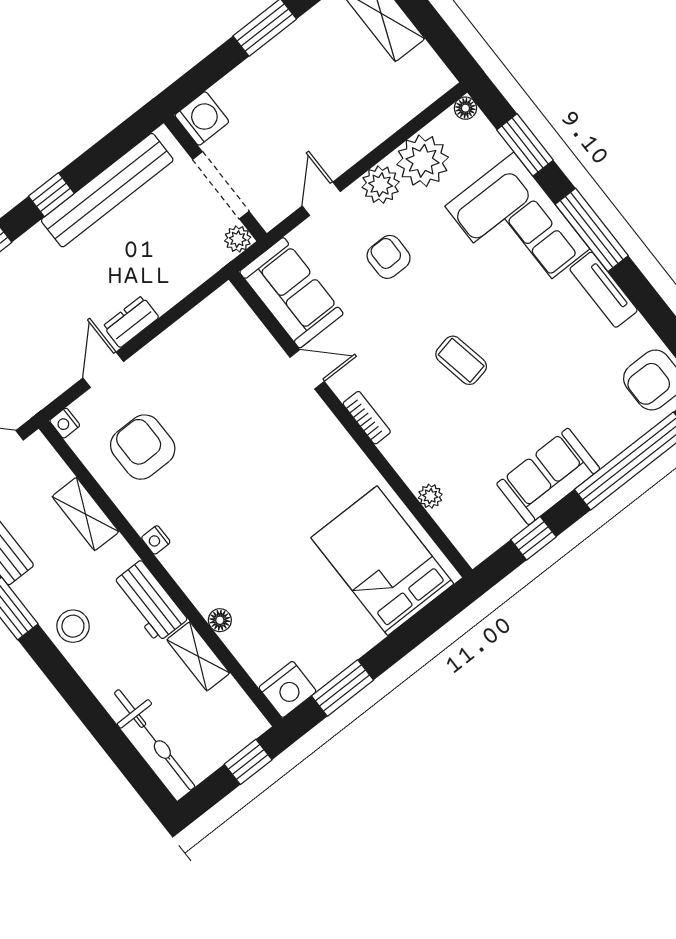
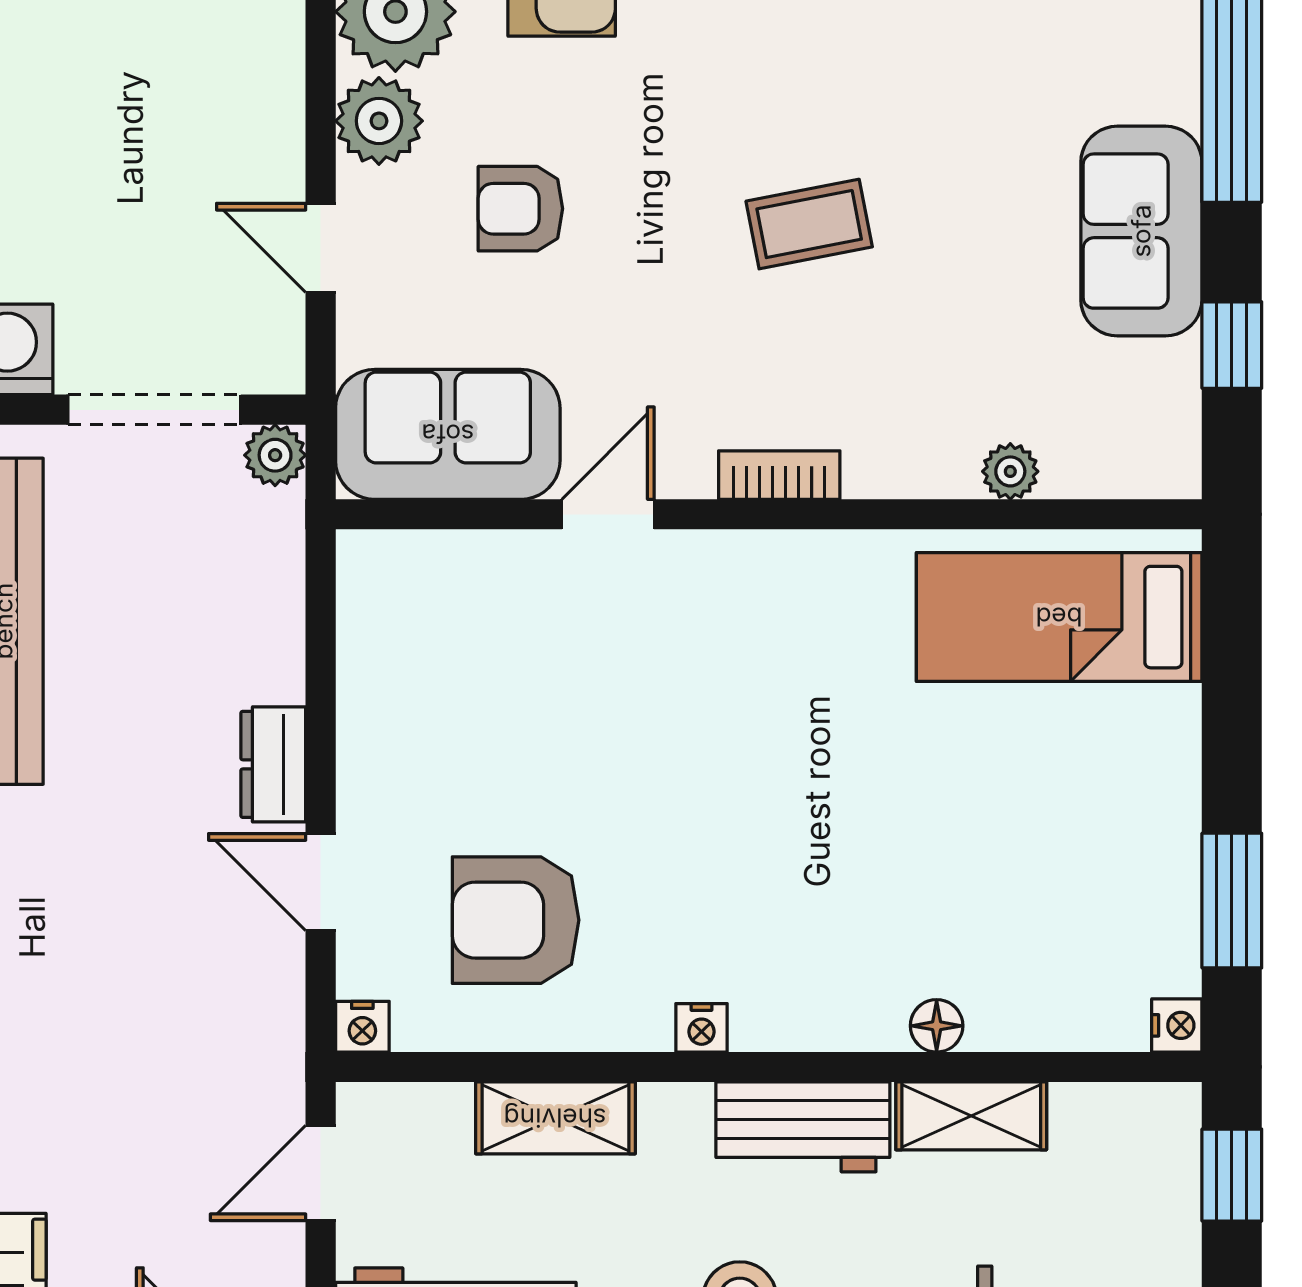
bed: (382, 561) -> (1059, 617), width x0.67
nightstand: (287, 689) -> (1177, 1025), width x0.53, depth x0.56

